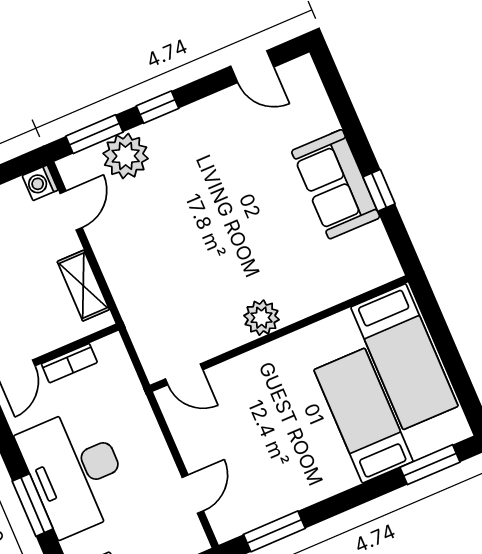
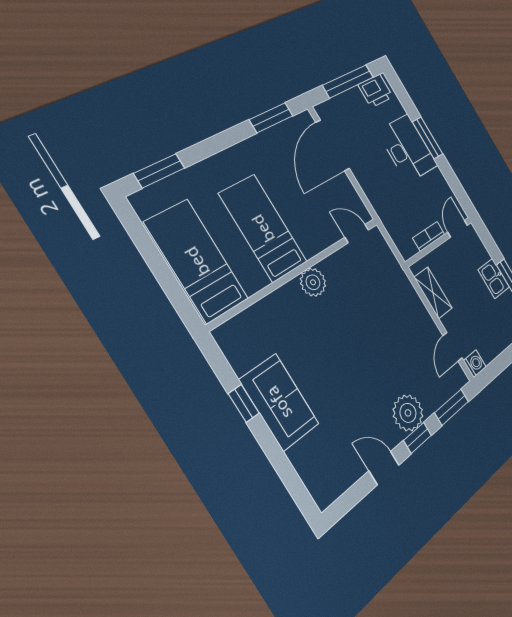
door: (252, 67) -> (384, 468), moved
plant: (126, 156) -> (408, 413), moved
bed: (364, 416) -> (263, 228), moved, turned 180
desk: (75, 472) -> (407, 148), width x0.73, depth x0.77
door: (193, 494) -> (333, 146), width x1.87

